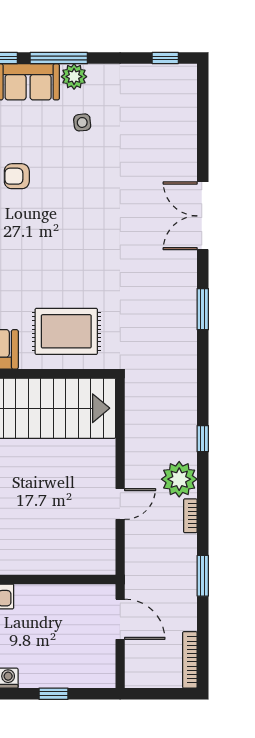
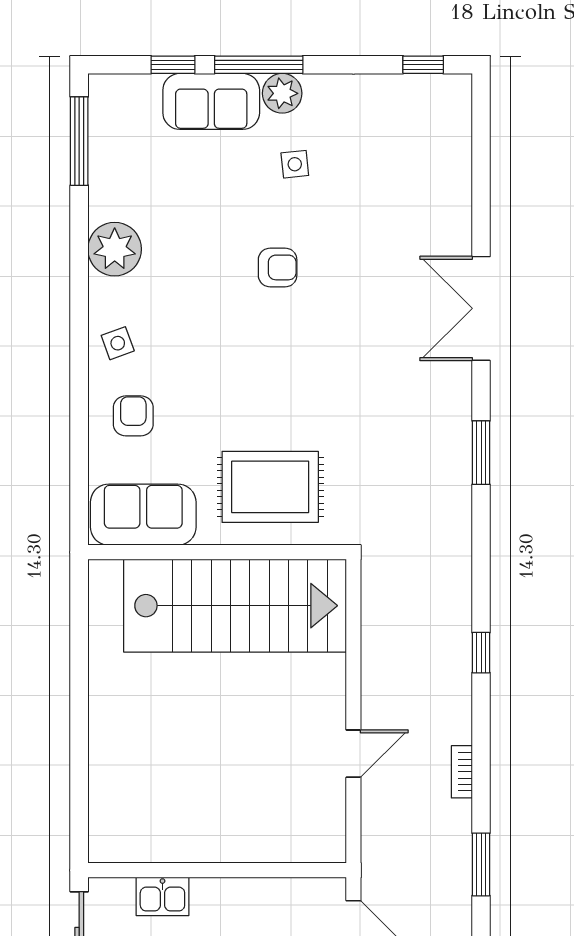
armchair: (17, 176) -> (278, 267), moved, turned 180
plant: (179, 479) -> (445, 715), removed

